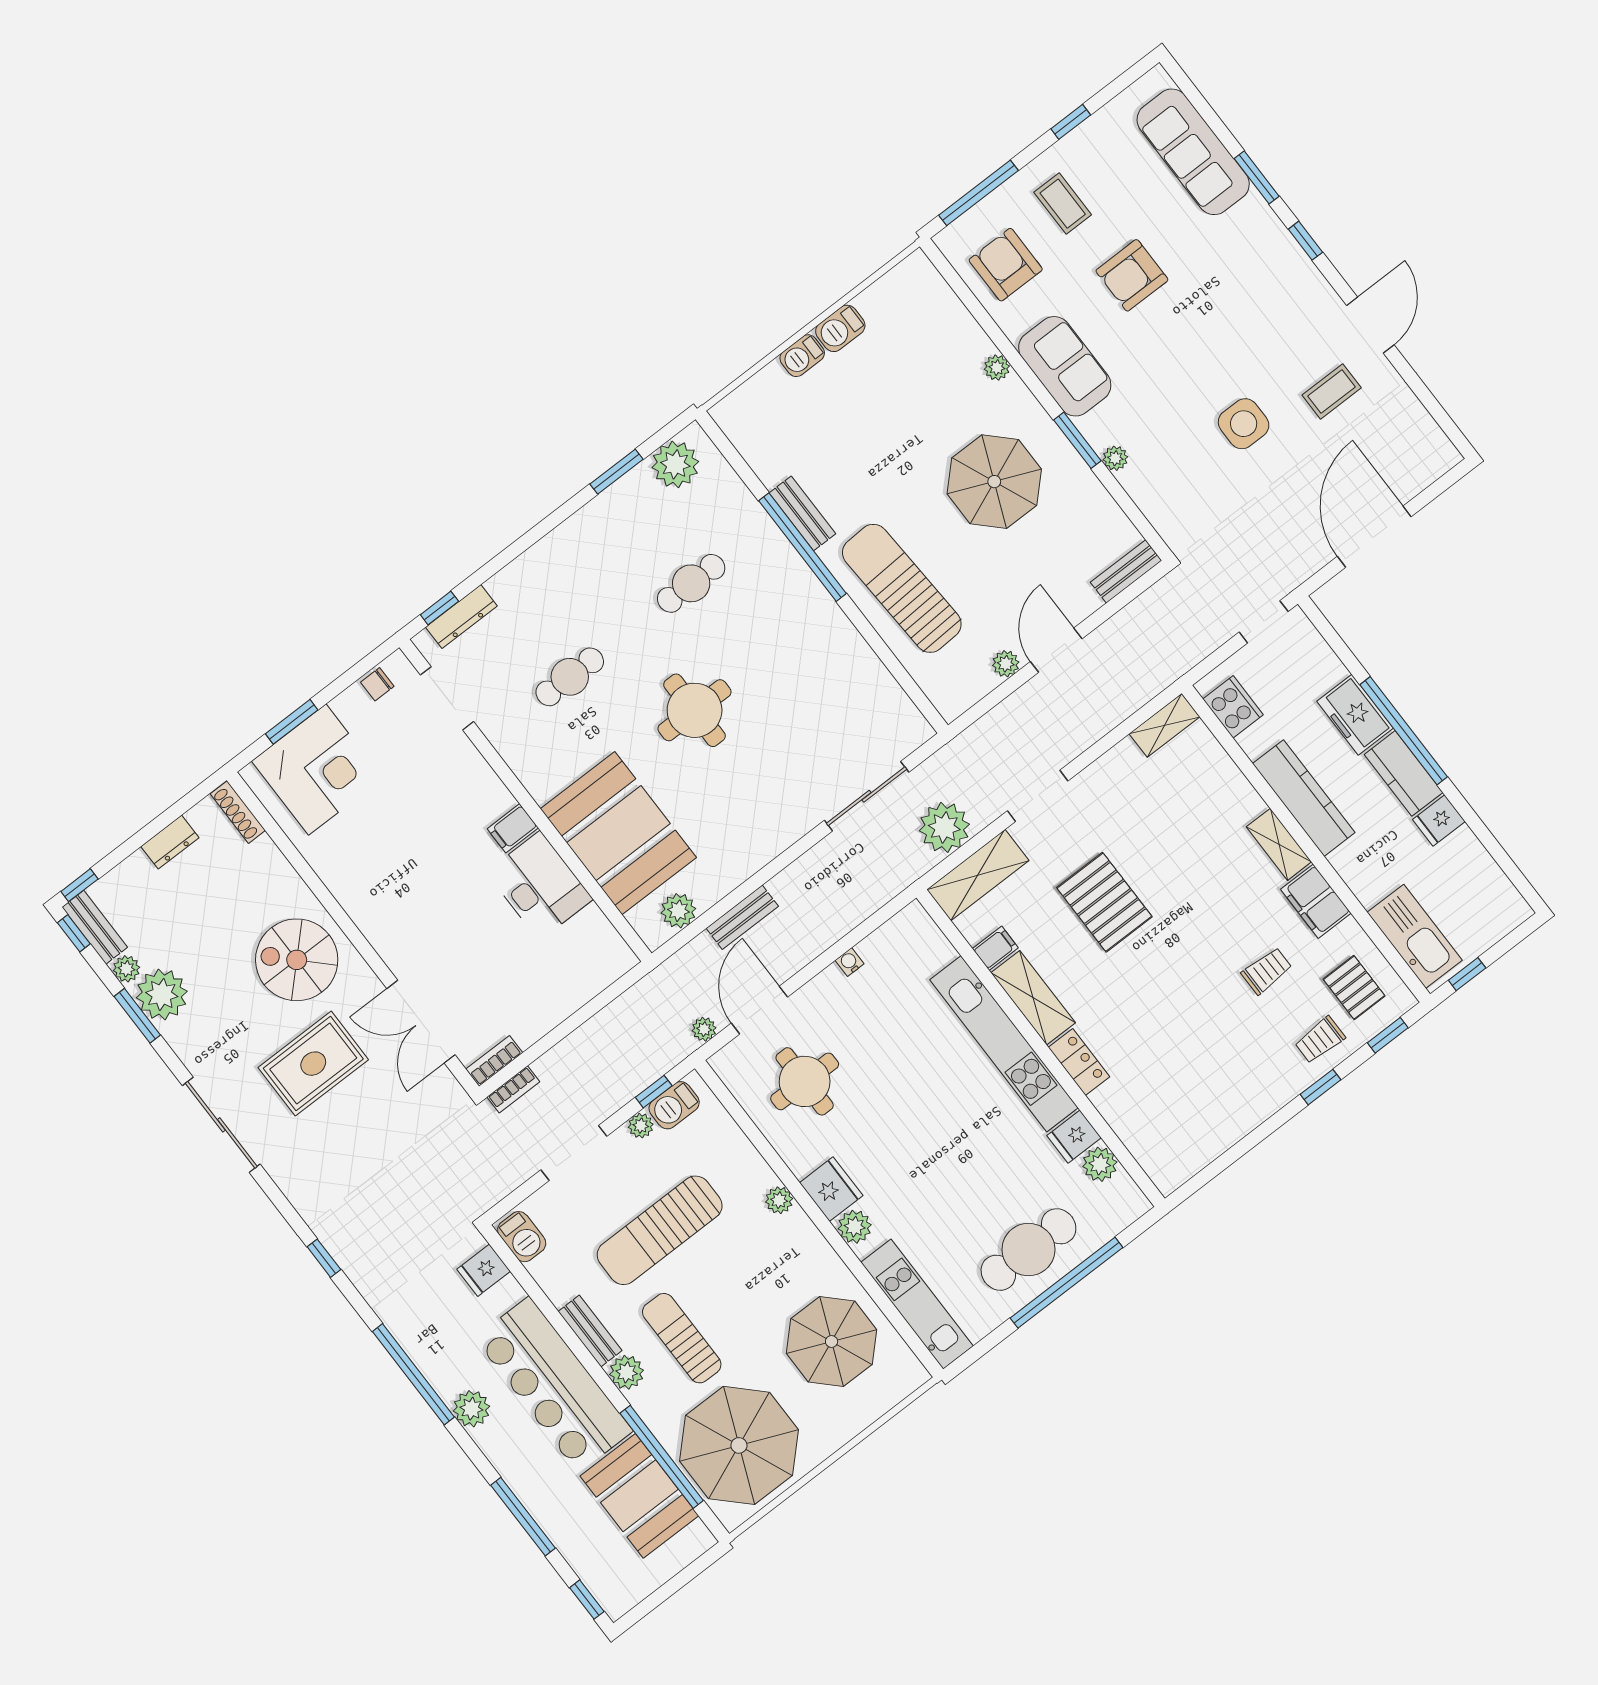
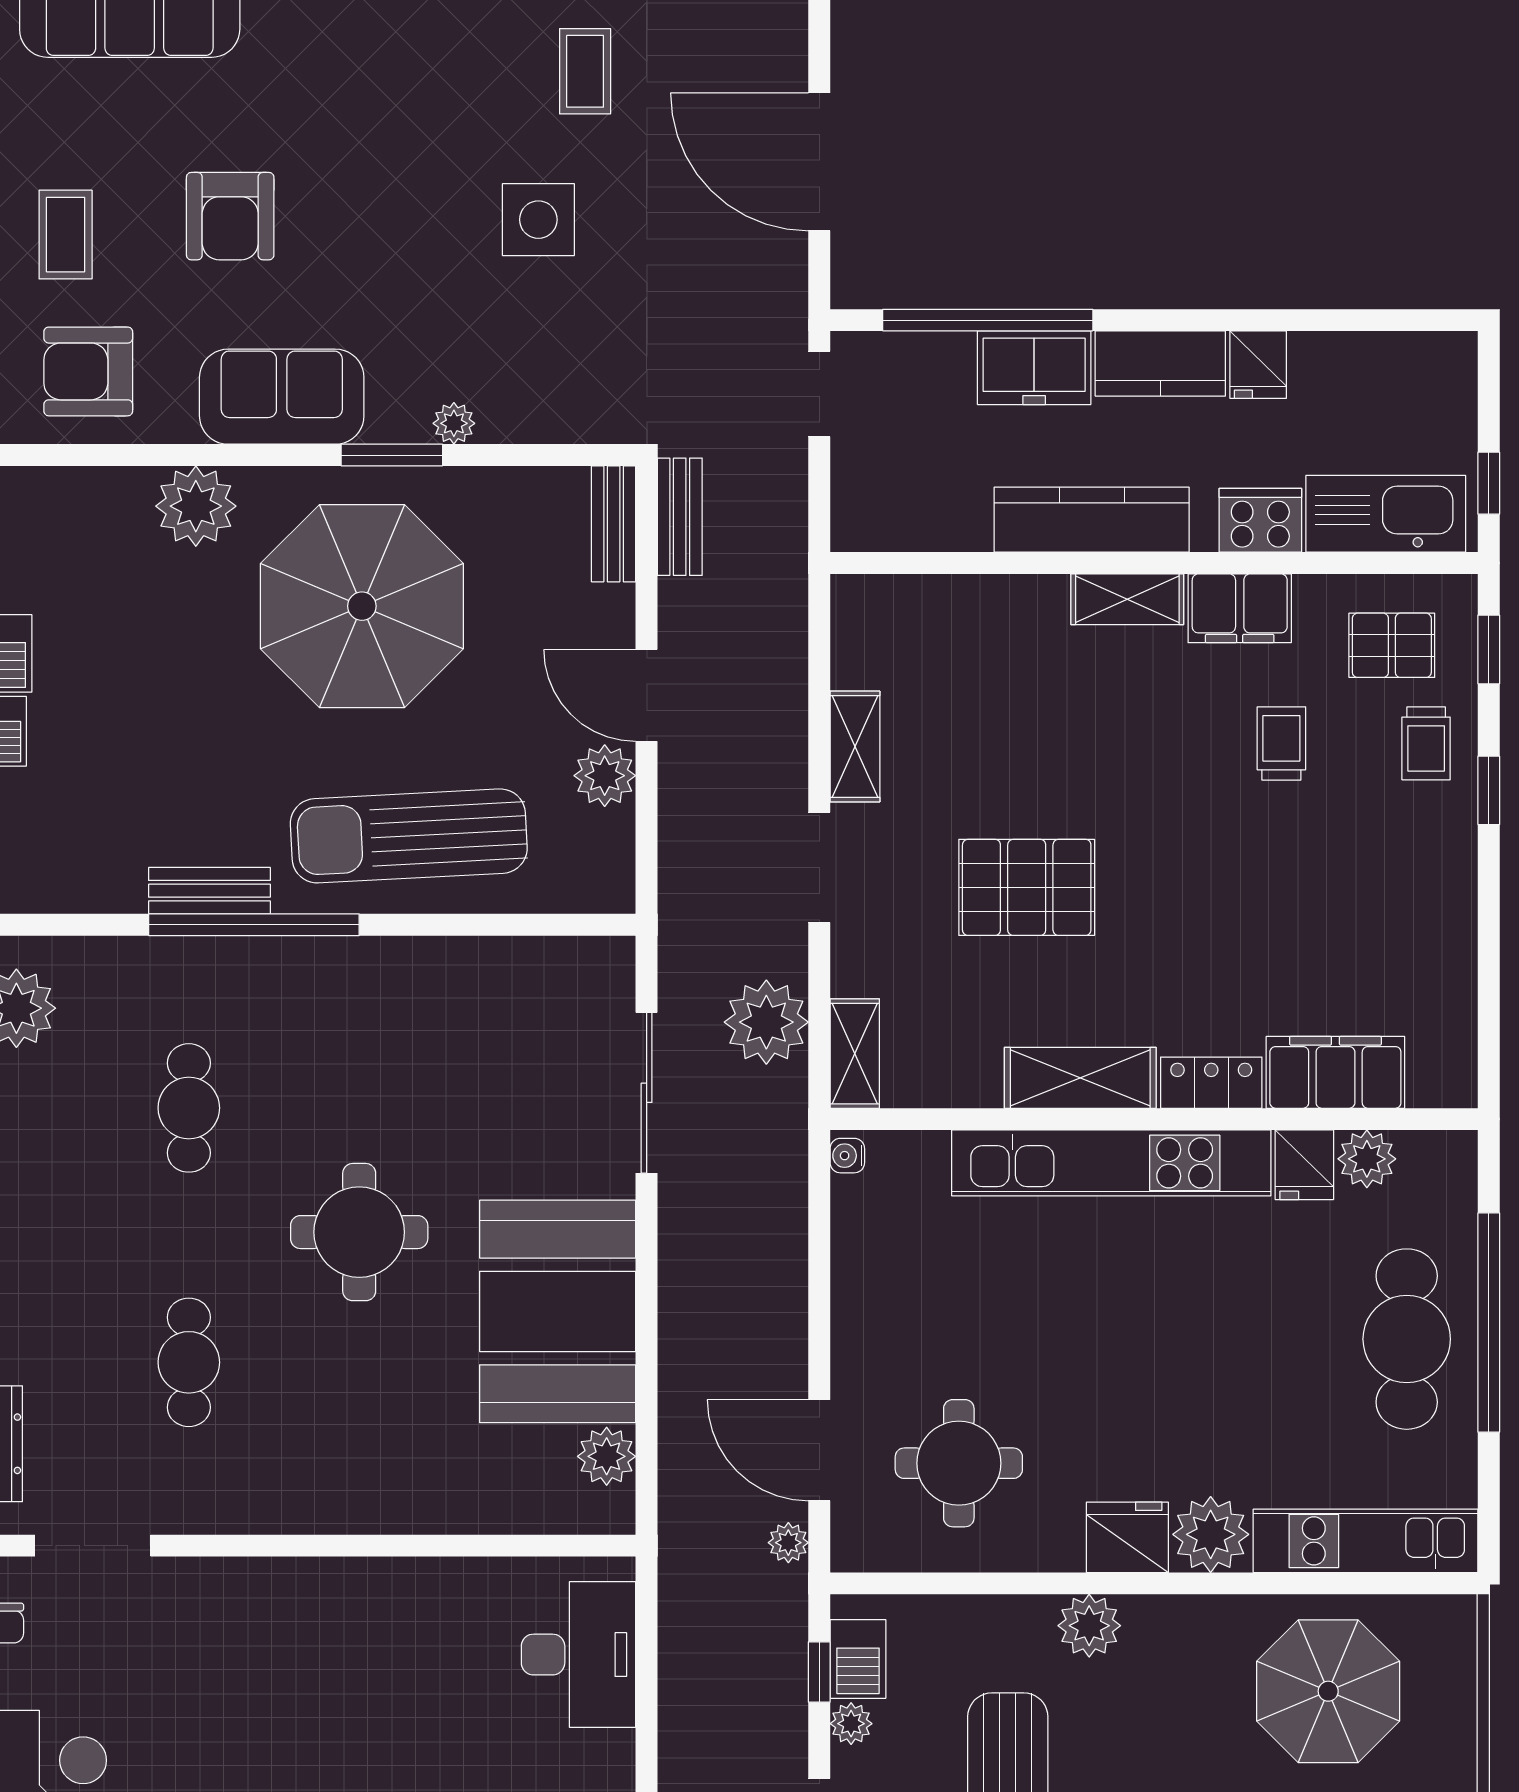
coffee table: (1063, 204) -> (66, 235), turned 90
plant: (997, 368) -> (196, 506), width x1.88, depth x1.88
parasol: (994, 482) -> (362, 606), width x1.36, depth x1.36
plant: (1006, 664) -> (605, 776), width x1.38, depth x1.38
cooker: (1233, 707) -> (1260, 520), moved
shelving: (1165, 725) -> (855, 747), moved
window: (1404, 731) -> (988, 320), moved
filing cabinet: (513, 828) -> (330, 1591), removed
booth: (618, 833) -> (558, 1311), moved, turned 90
shelving: (978, 875) -> (855, 1054), width x0.67, depth x0.75
desk: (540, 886) -> (578, 1655), moved, turned 90
bench: (742, 917) -> (680, 517), moved
filing cabinet: (995, 948) -> (1335, 1072), moved, width x3.00, depth x1.17
water cooler: (850, 962) -> (847, 1156), moved
plant: (779, 1200) -> (1089, 1626), width x1.38, depth x1.38
plant: (855, 1227) -> (1211, 1534), width x1.36, depth x1.36

